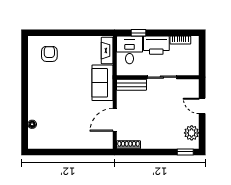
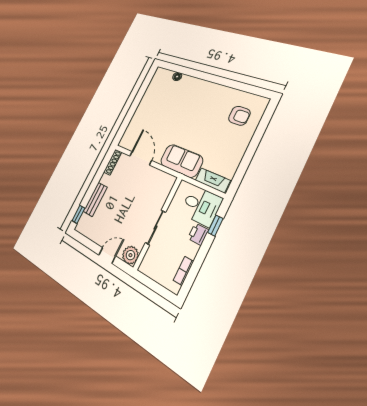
printer: (156, 45) -> (198, 234), width x0.53, depth x0.68
bench: (131, 85) -> (95, 199), moved
plant: (192, 133) -> (130, 255), moved

